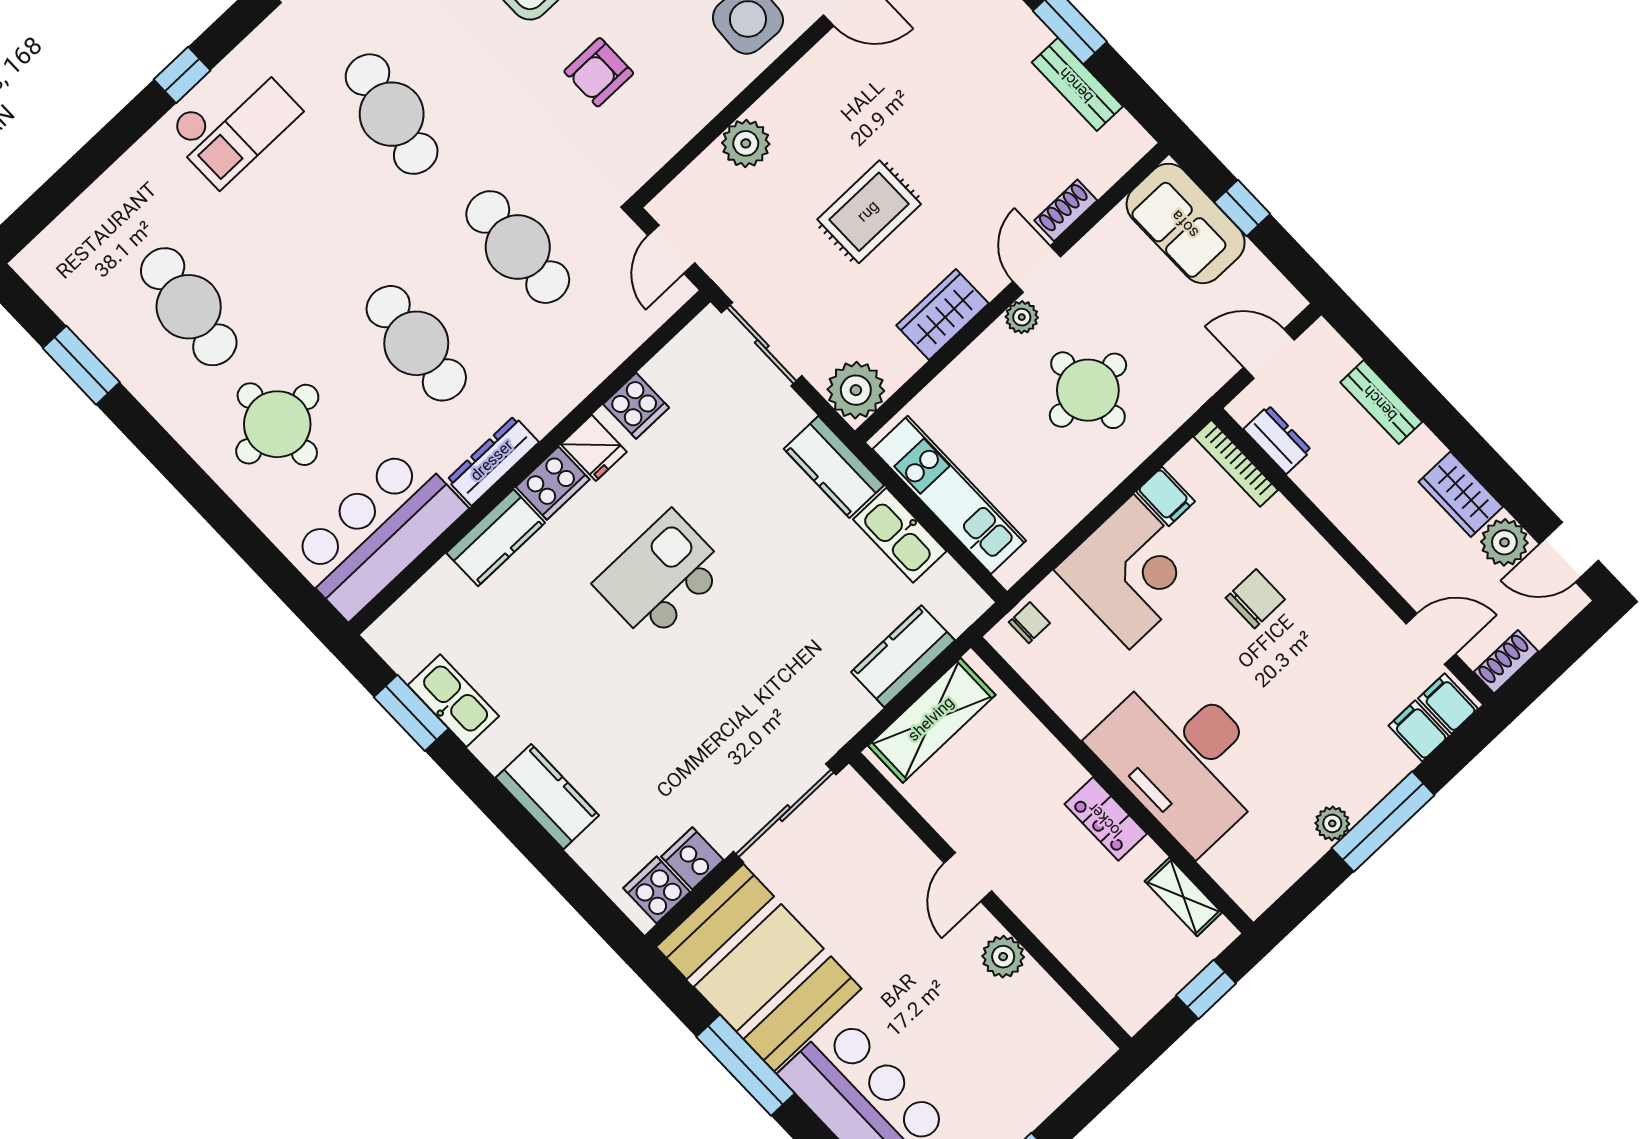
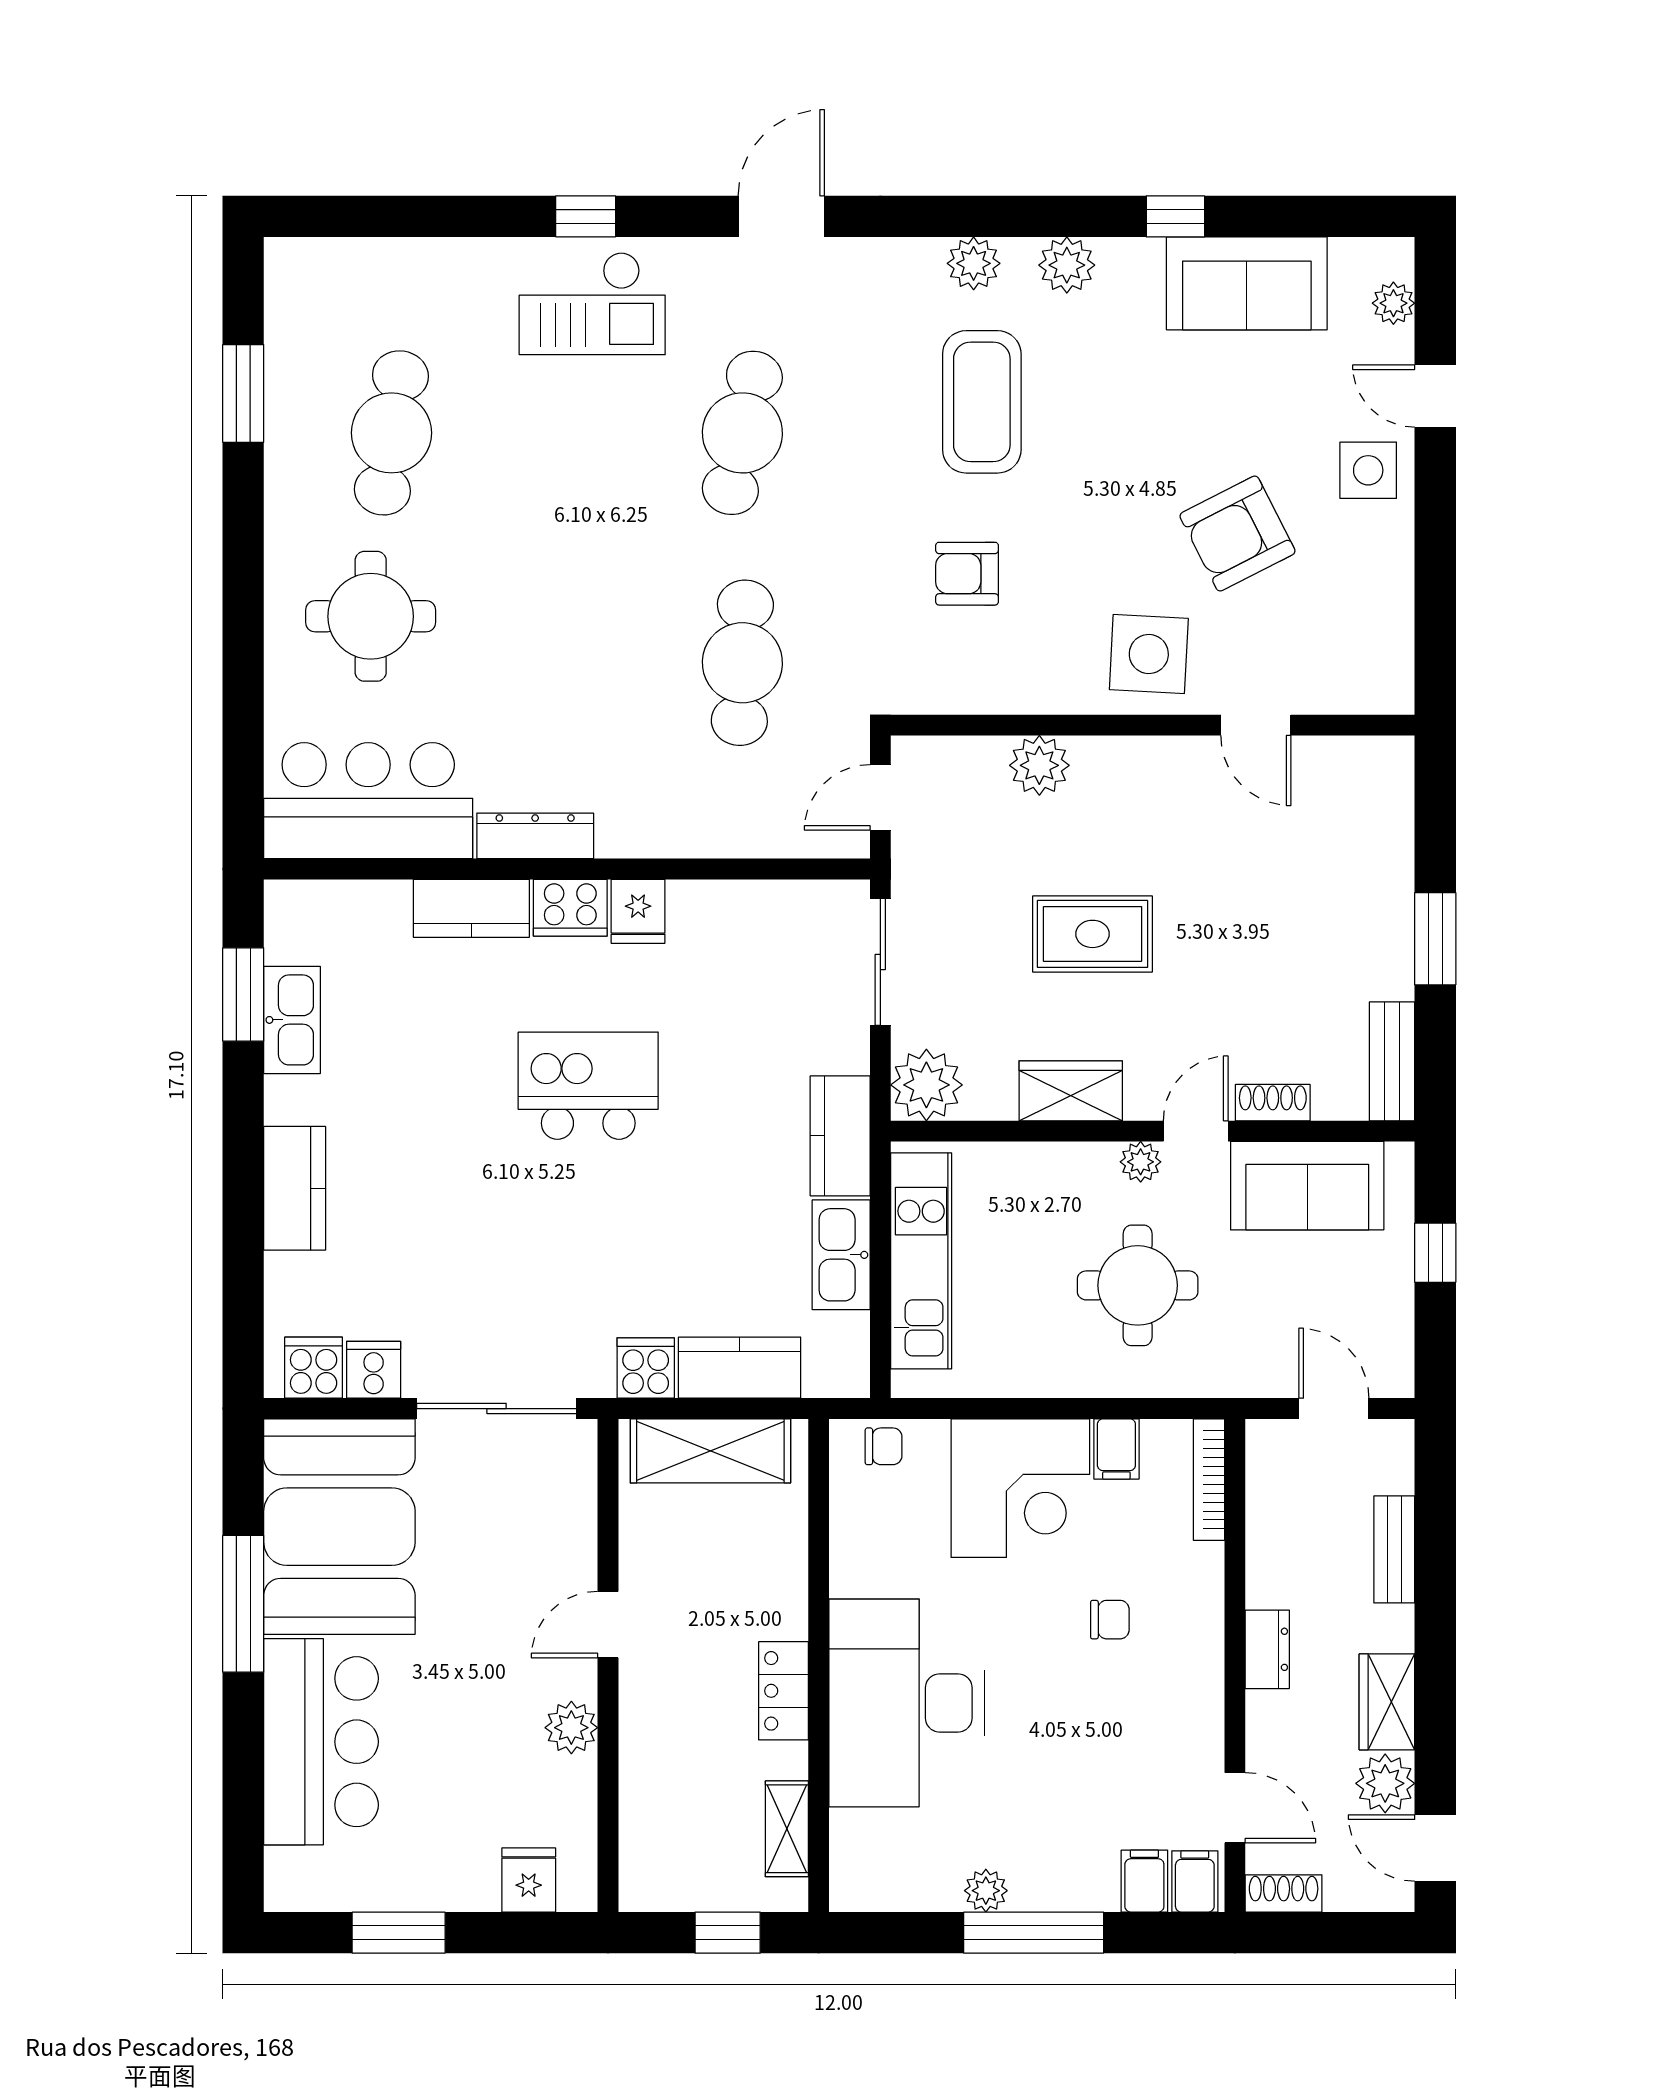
bench: (1077, 84) -> (1392, 1061), moved
sofa: (1186, 223) -> (1307, 1186), moved, turned -90
cafe table: (416, 343) -> (567, 663), removed
cooker: (636, 406) -> (646, 1368), moved, turned 180
dresser: (1277, 440) -> (1267, 1649), moved
chair: (1255, 599) -> (1110, 1620), width x0.73, depth x0.73
fridge: (1062, 1068) -> (529, 1880), added

